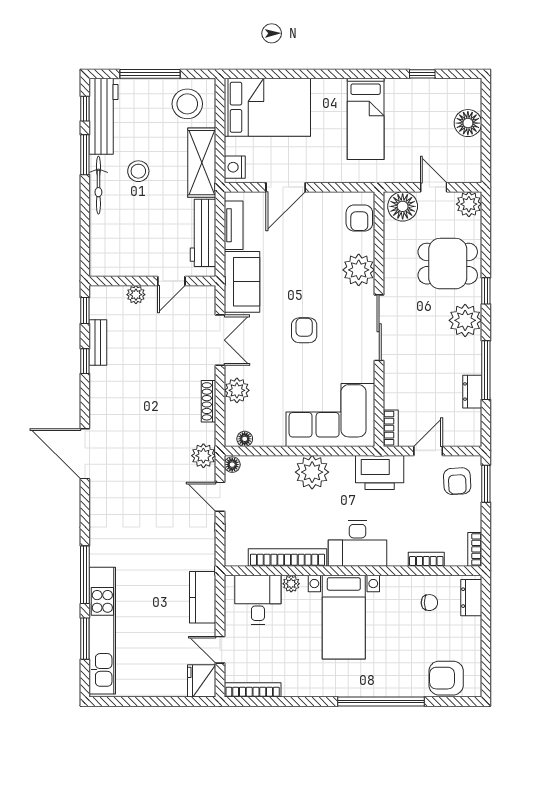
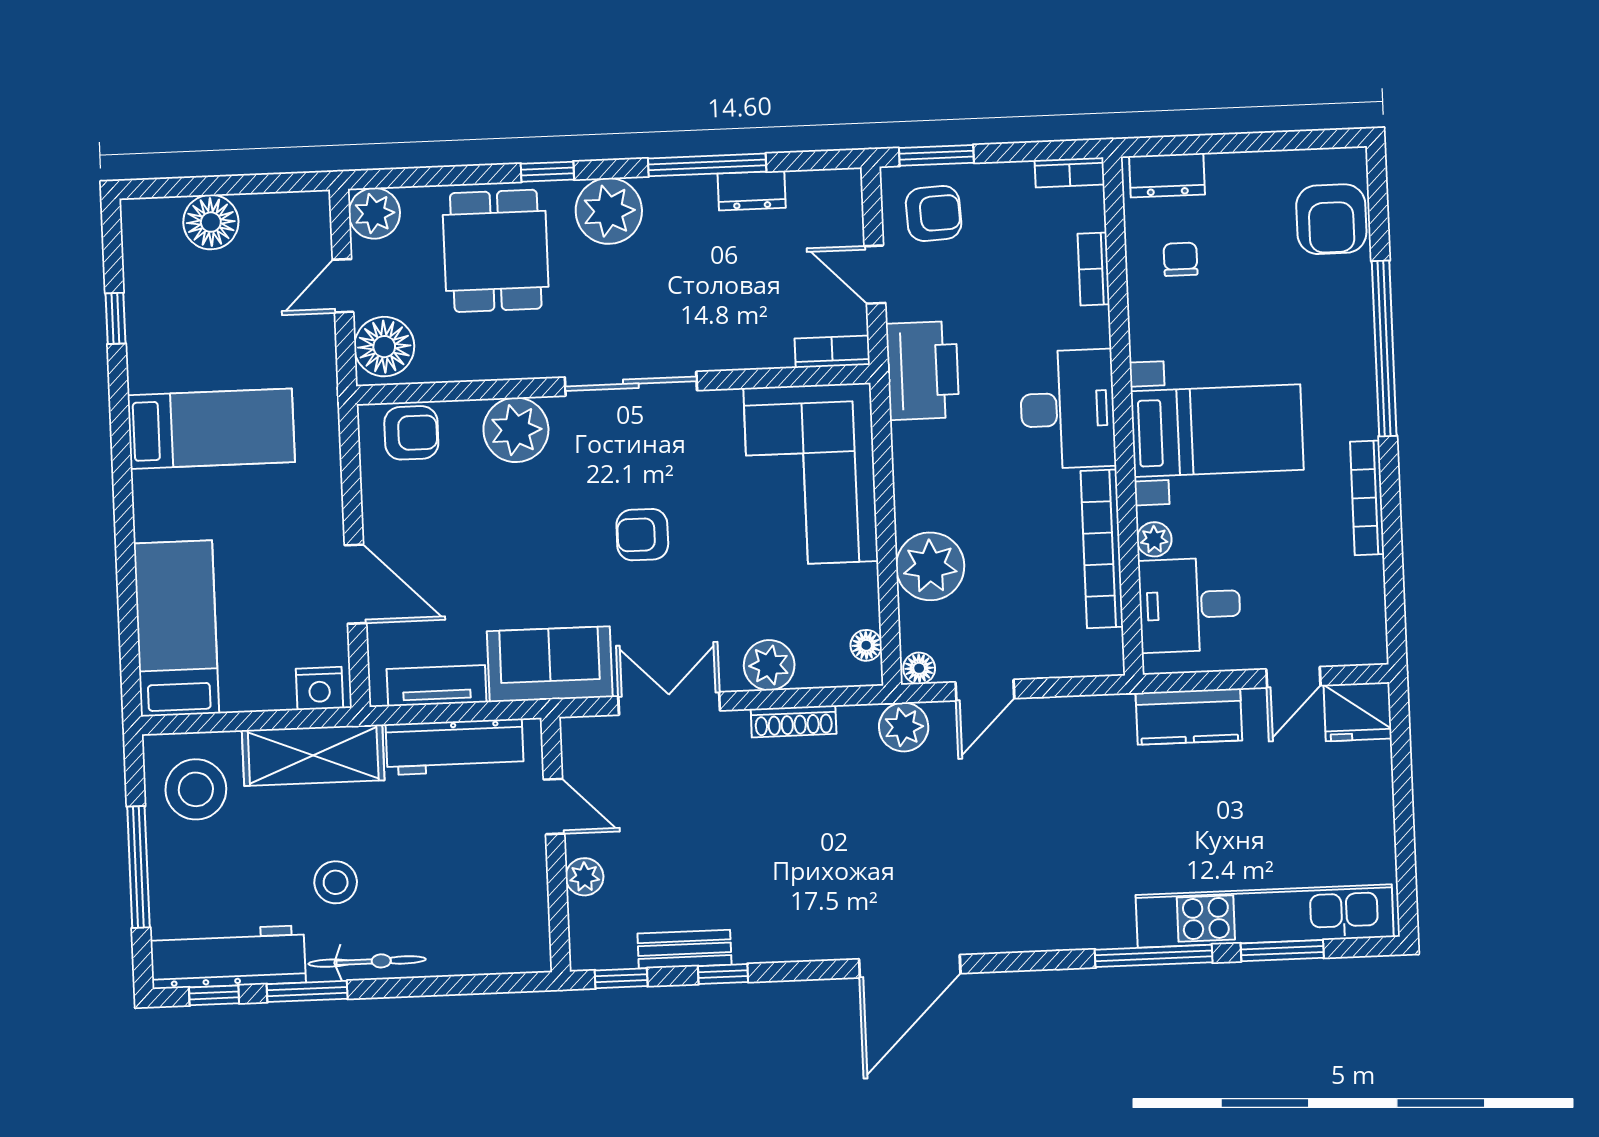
bed: (267, 107) -> (176, 628), width x0.67
plant: (312, 472) -> (930, 566), moved
bookcase: (253, 690) -> (1367, 498), moved

